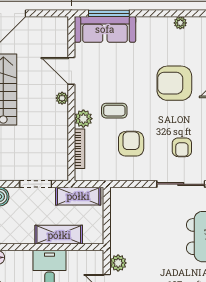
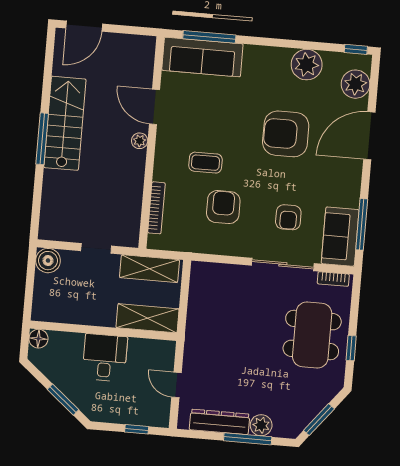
plant: (180, 23) -> (307, 65), width x1.88, depth x1.88
plant: (83, 119) -> (165, 169), removed
doorway: (36, 184) -> (96, 248), width x0.73
shelving: (59, 235) -> (148, 318), moved
plant: (118, 263) -> (194, 359), removed

